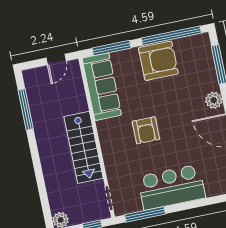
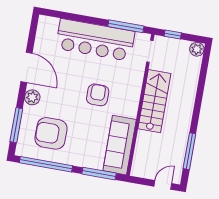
door: (56, 59) -> (163, 185), moved
armchair: (158, 61) -> (51, 133), moved
bar counter: (172, 187) -> (95, 40), width x1.36

